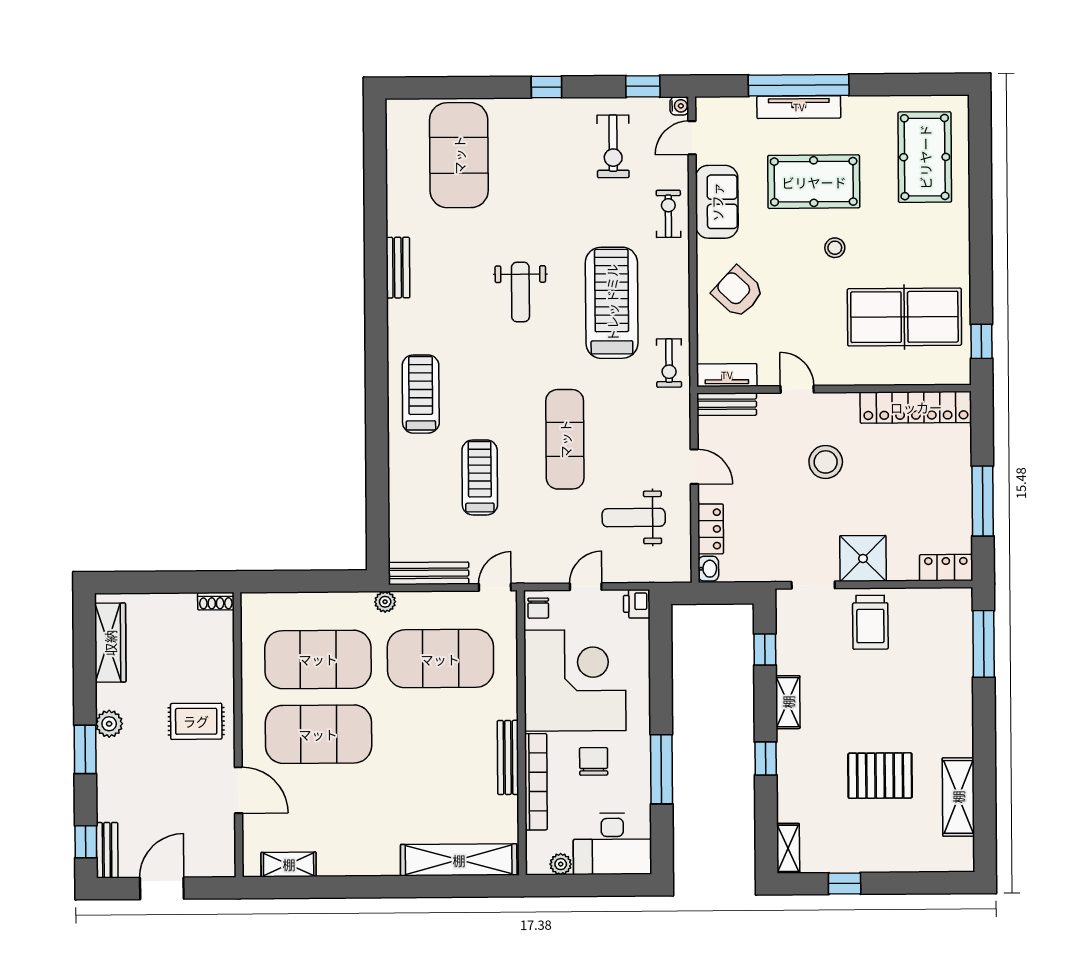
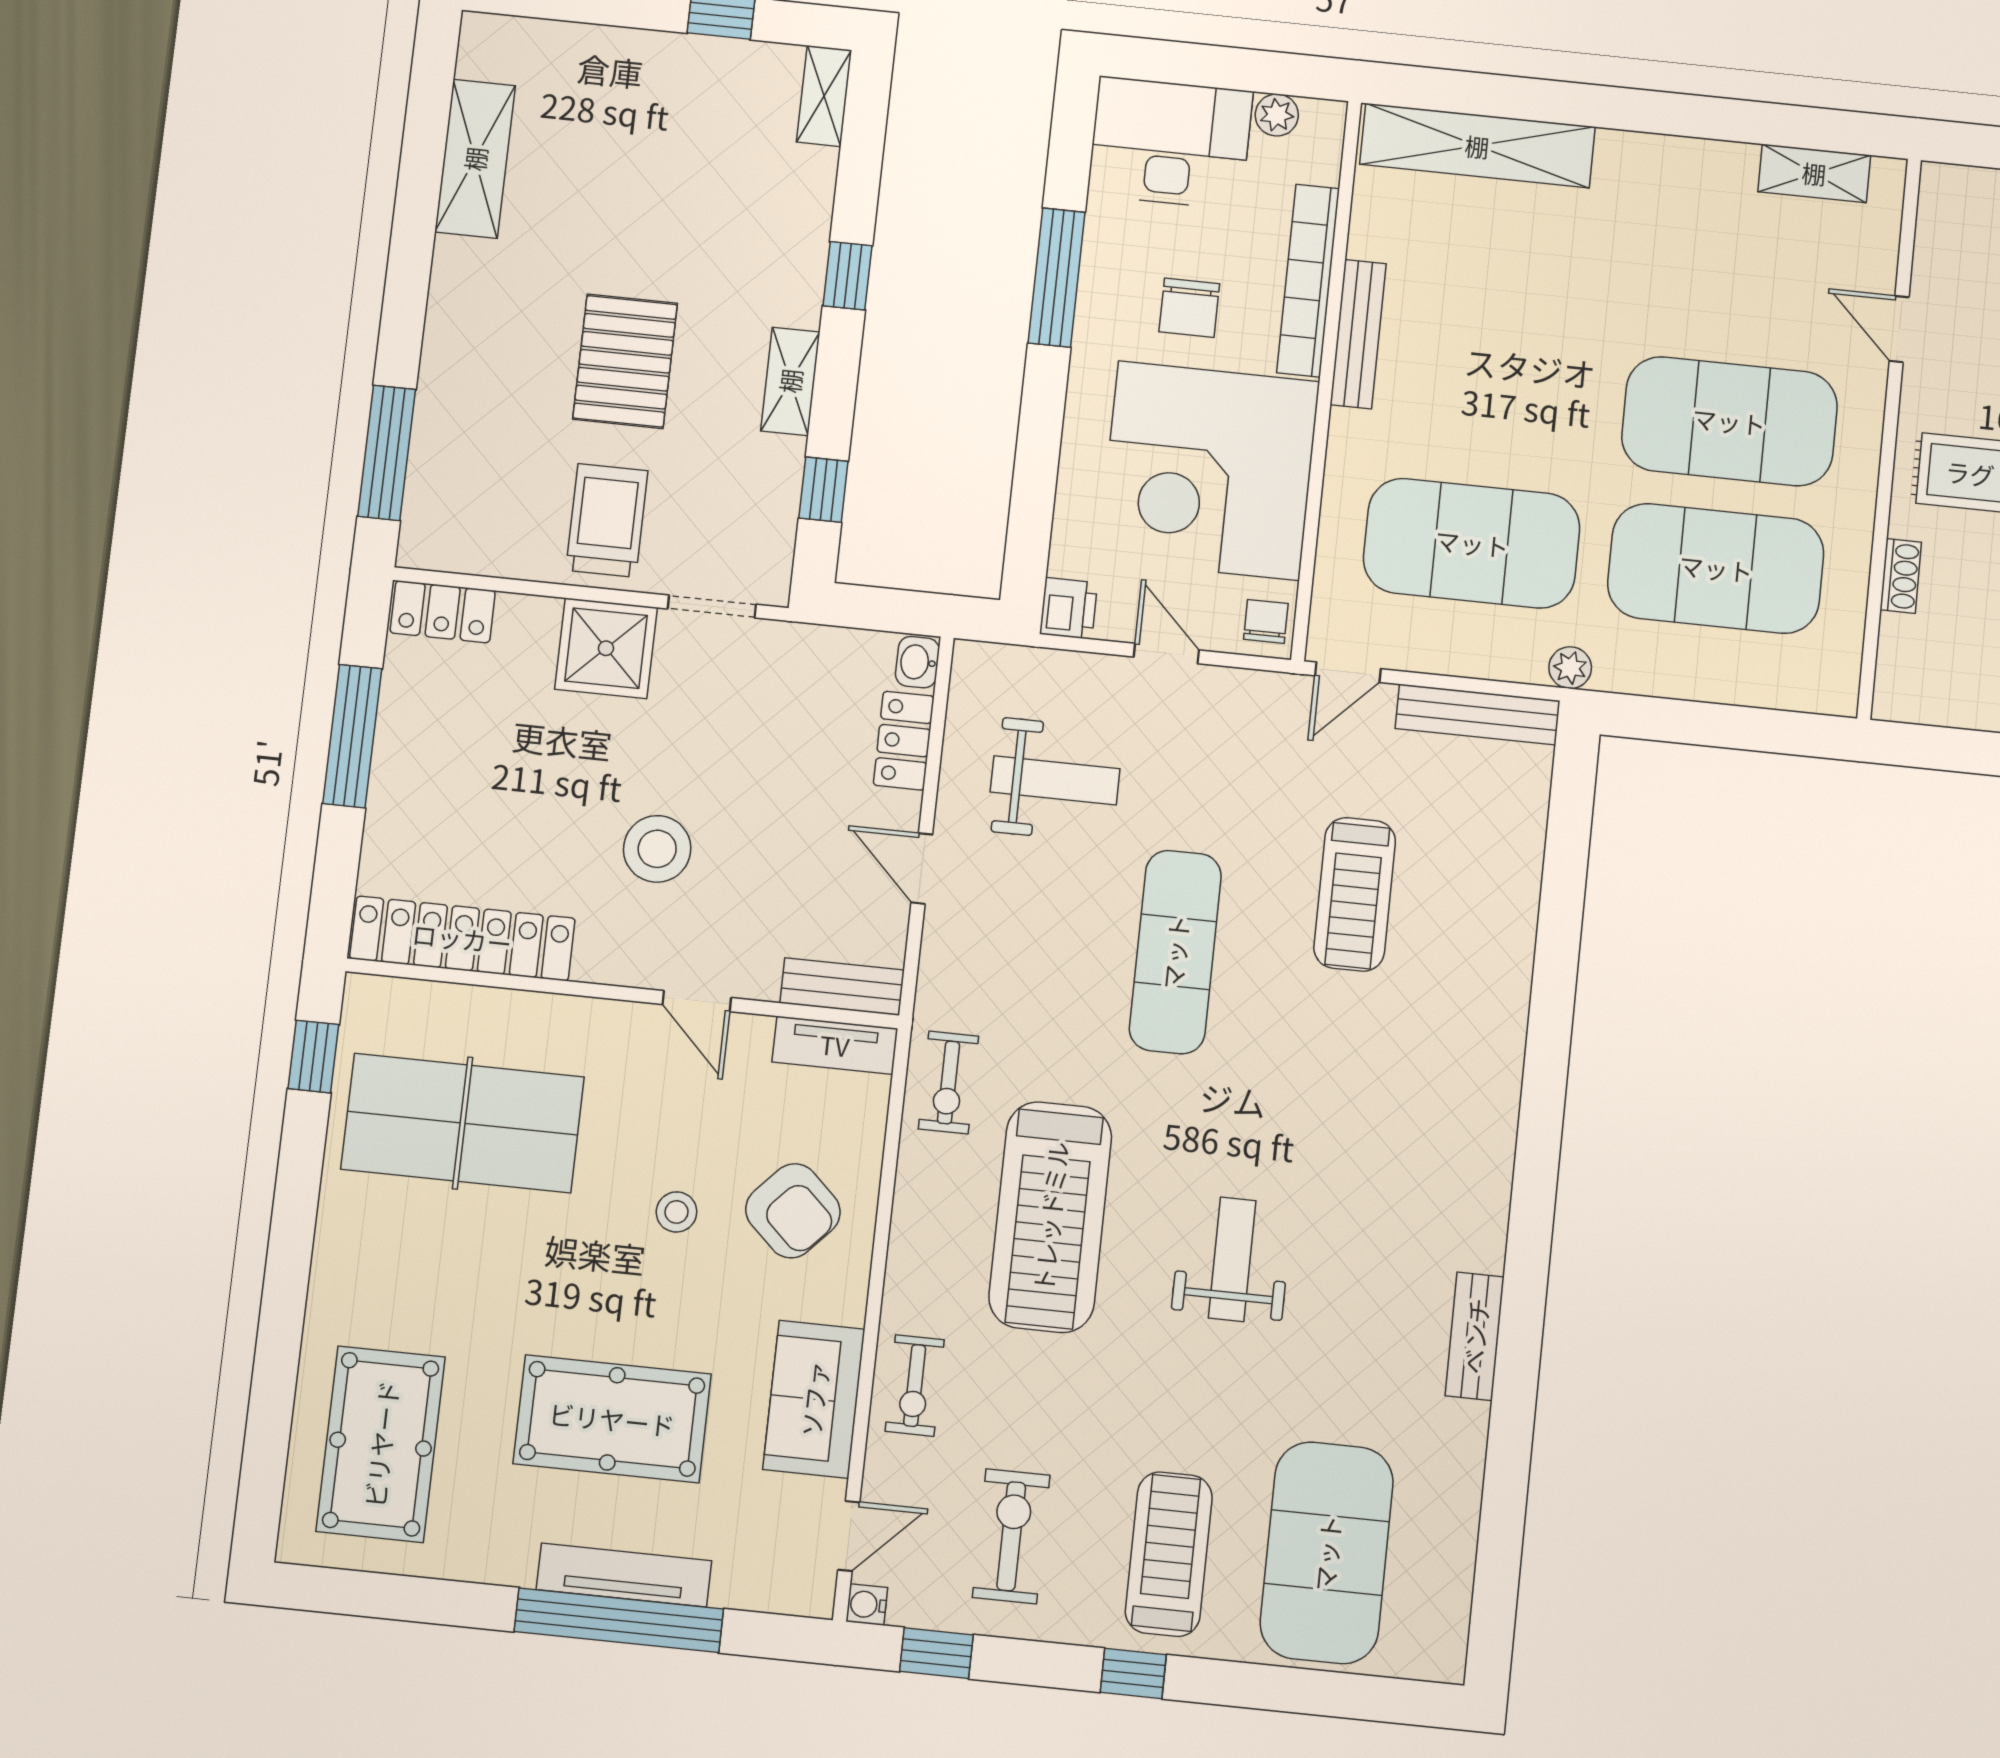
stool: (835, 248) -> (676, 1212), moved
exercise bike: (669, 363) -> (949, 1082), turned 180
treadmill: (421, 394) -> (1169, 1554), moved, turned 180
door: (586, 587) -> (1166, 654), swing flipped
shoe rack: (216, 601) -> (1901, 576), moved, turned 90
pallet: (880, 776) -> (625, 361), moved, turned 90
door: (238, 790) -> (1899, 329), width x0.73

